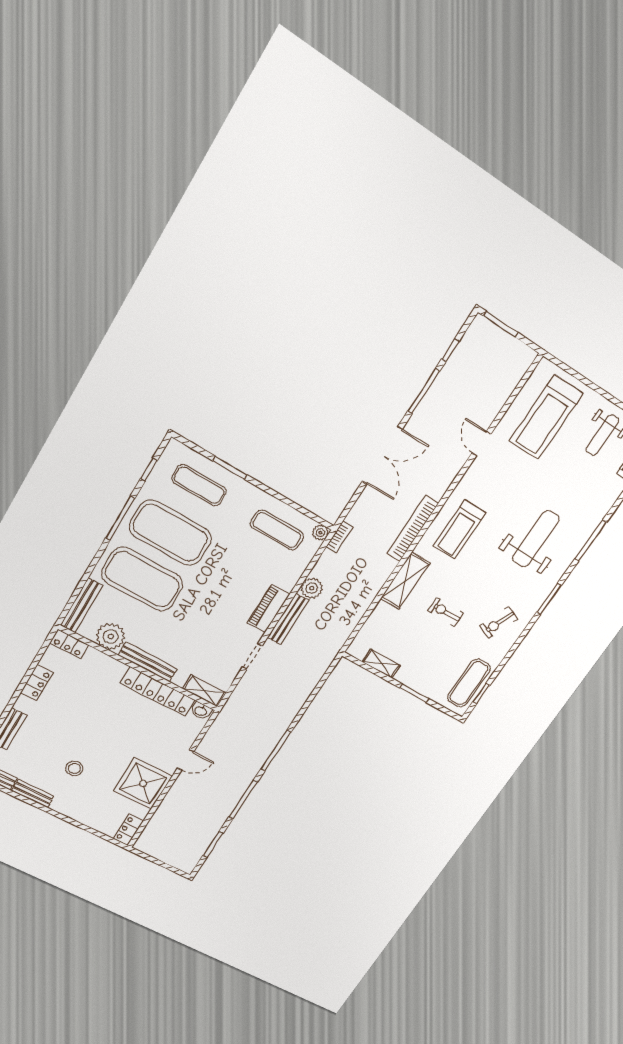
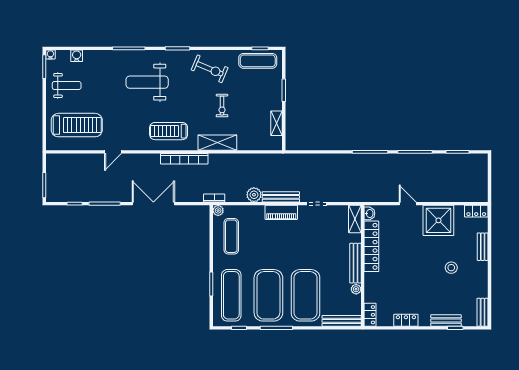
exercise mat: (199, 485) -> (231, 295), width x1.36, depth x1.45
treadmill: (459, 530) -> (169, 131), turned 180
exercise bike: (499, 623) -> (210, 69), width x1.38, depth x1.39
plant: (111, 636) -> (356, 289), width x0.53, depth x0.53
bench: (33, 794) -> (483, 247), moved

